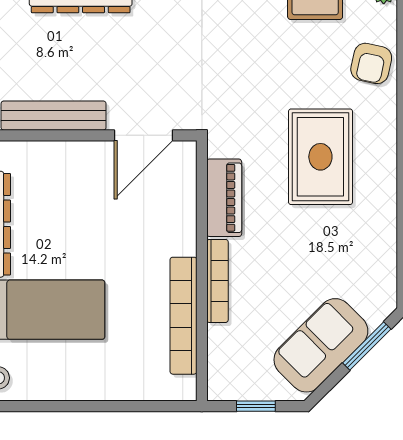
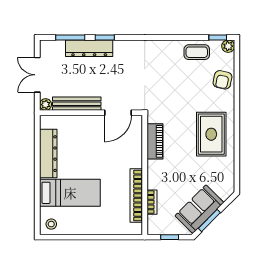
rug: (320, 157) -> (211, 134), moved
bookcase: (217, 281) -> (152, 202), moved, width x0.64
window: (367, 346) -> (209, 221), moved

